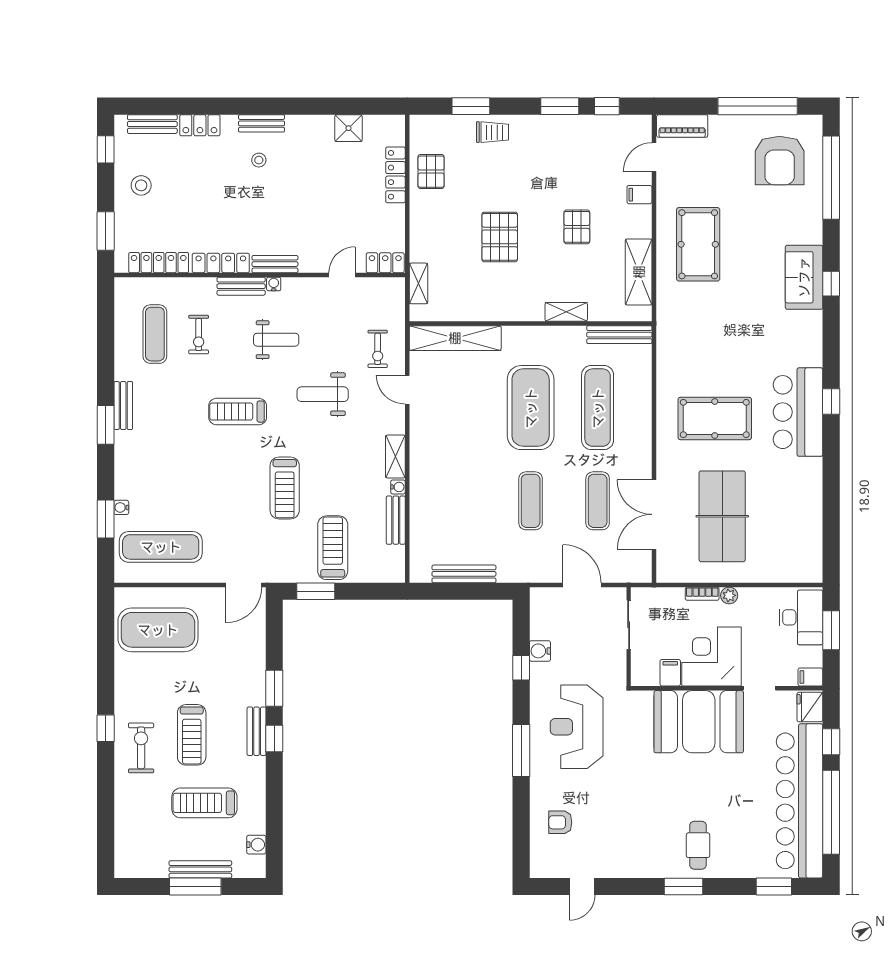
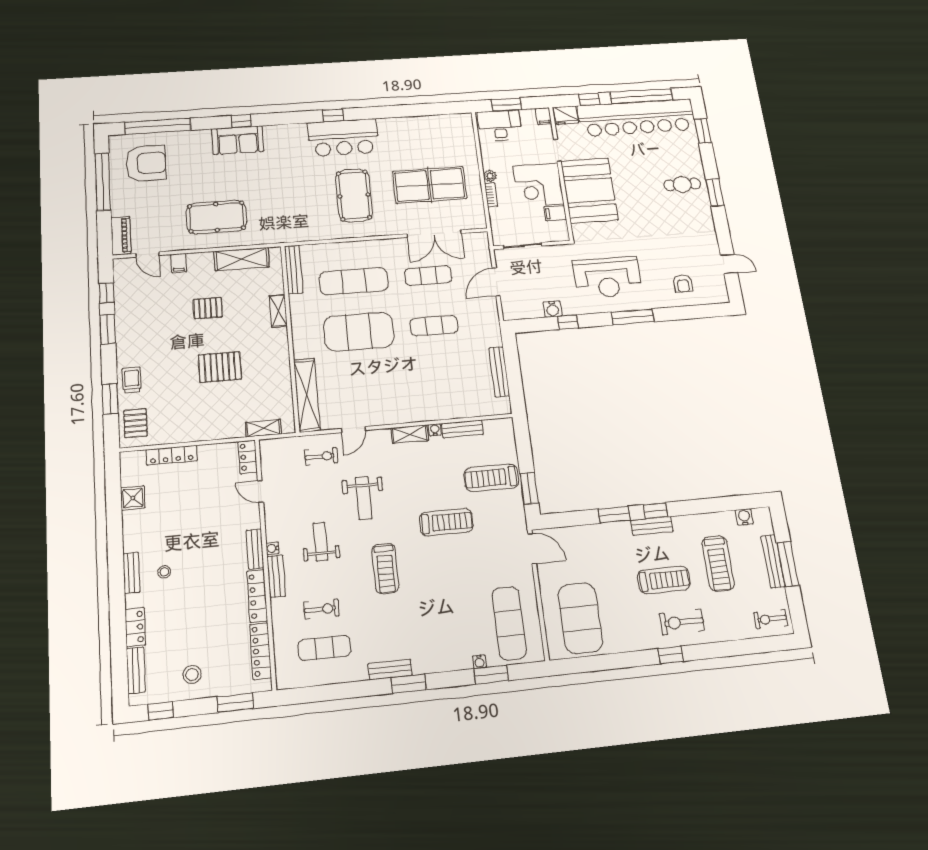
pallet: (431, 172) -> (136, 423), moved, turned 90
exercise bike: (134, 853) -> (771, 619), added

